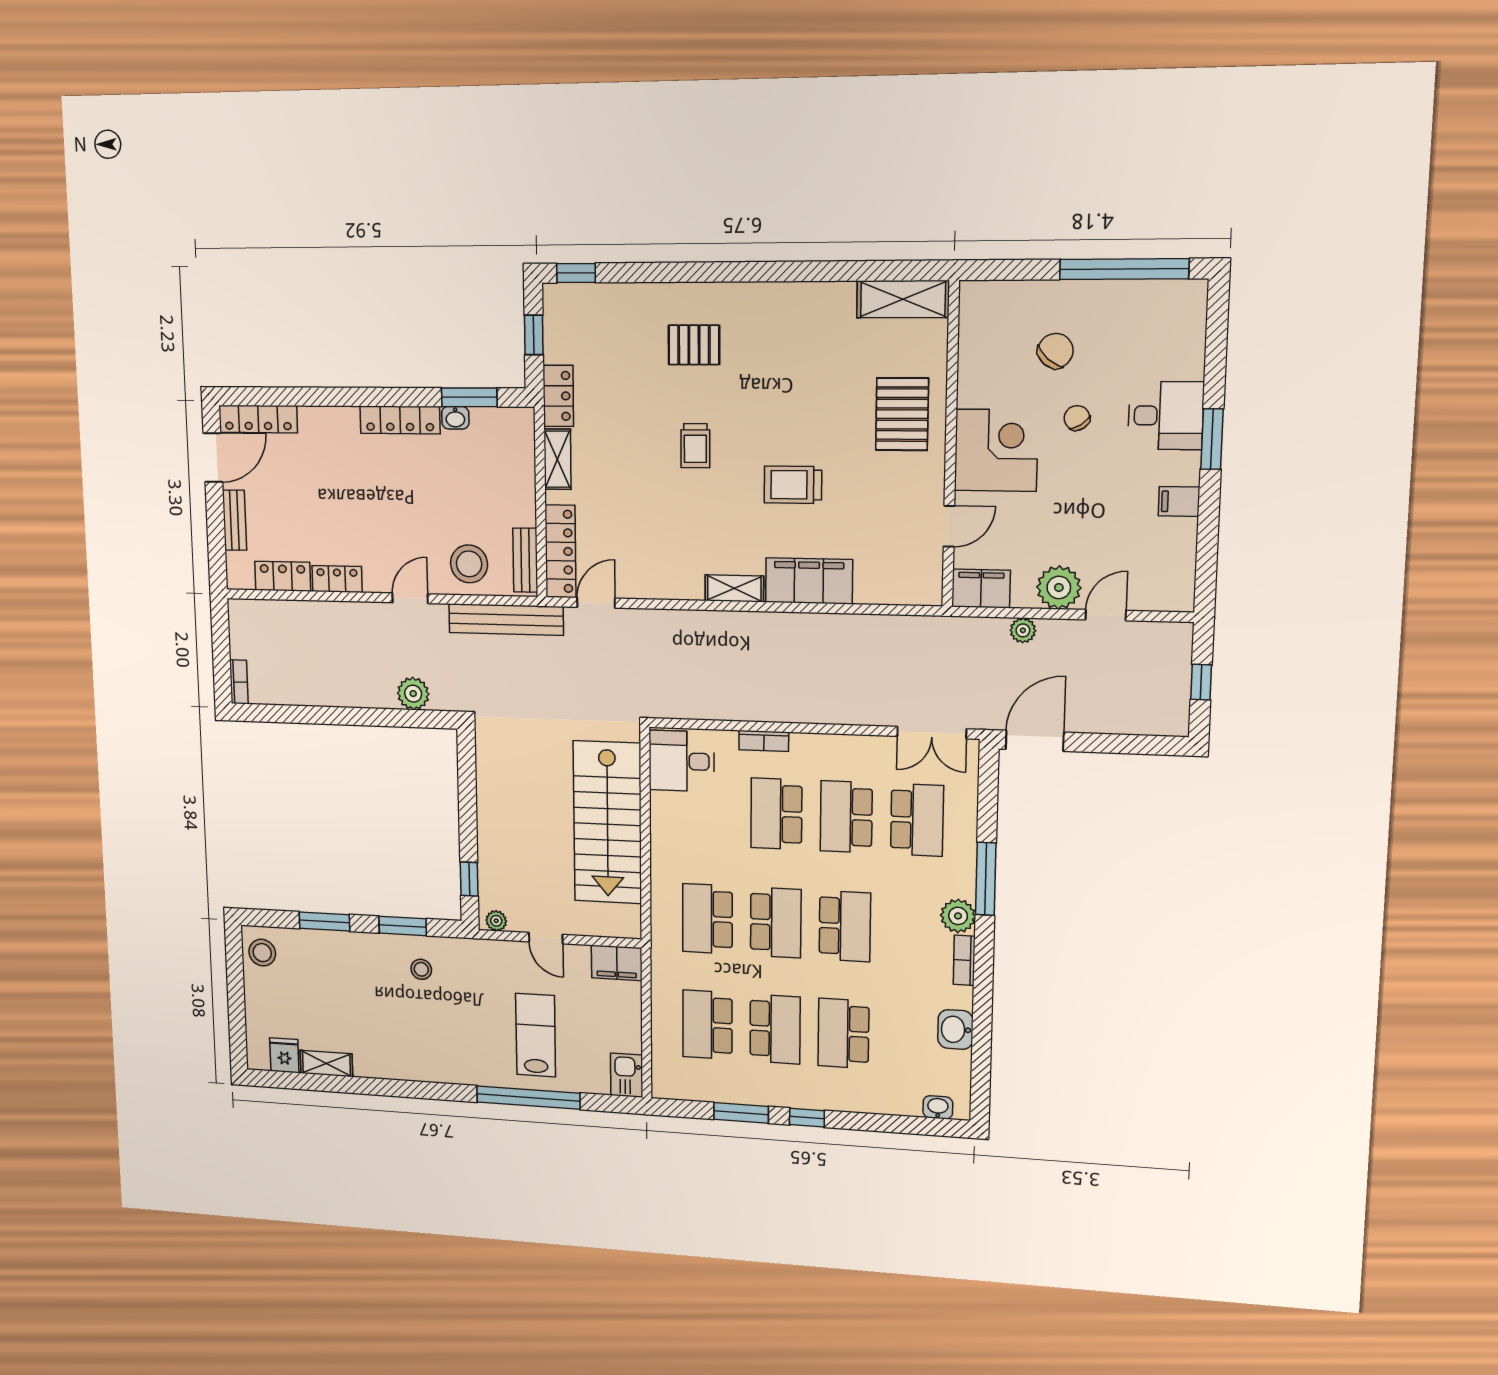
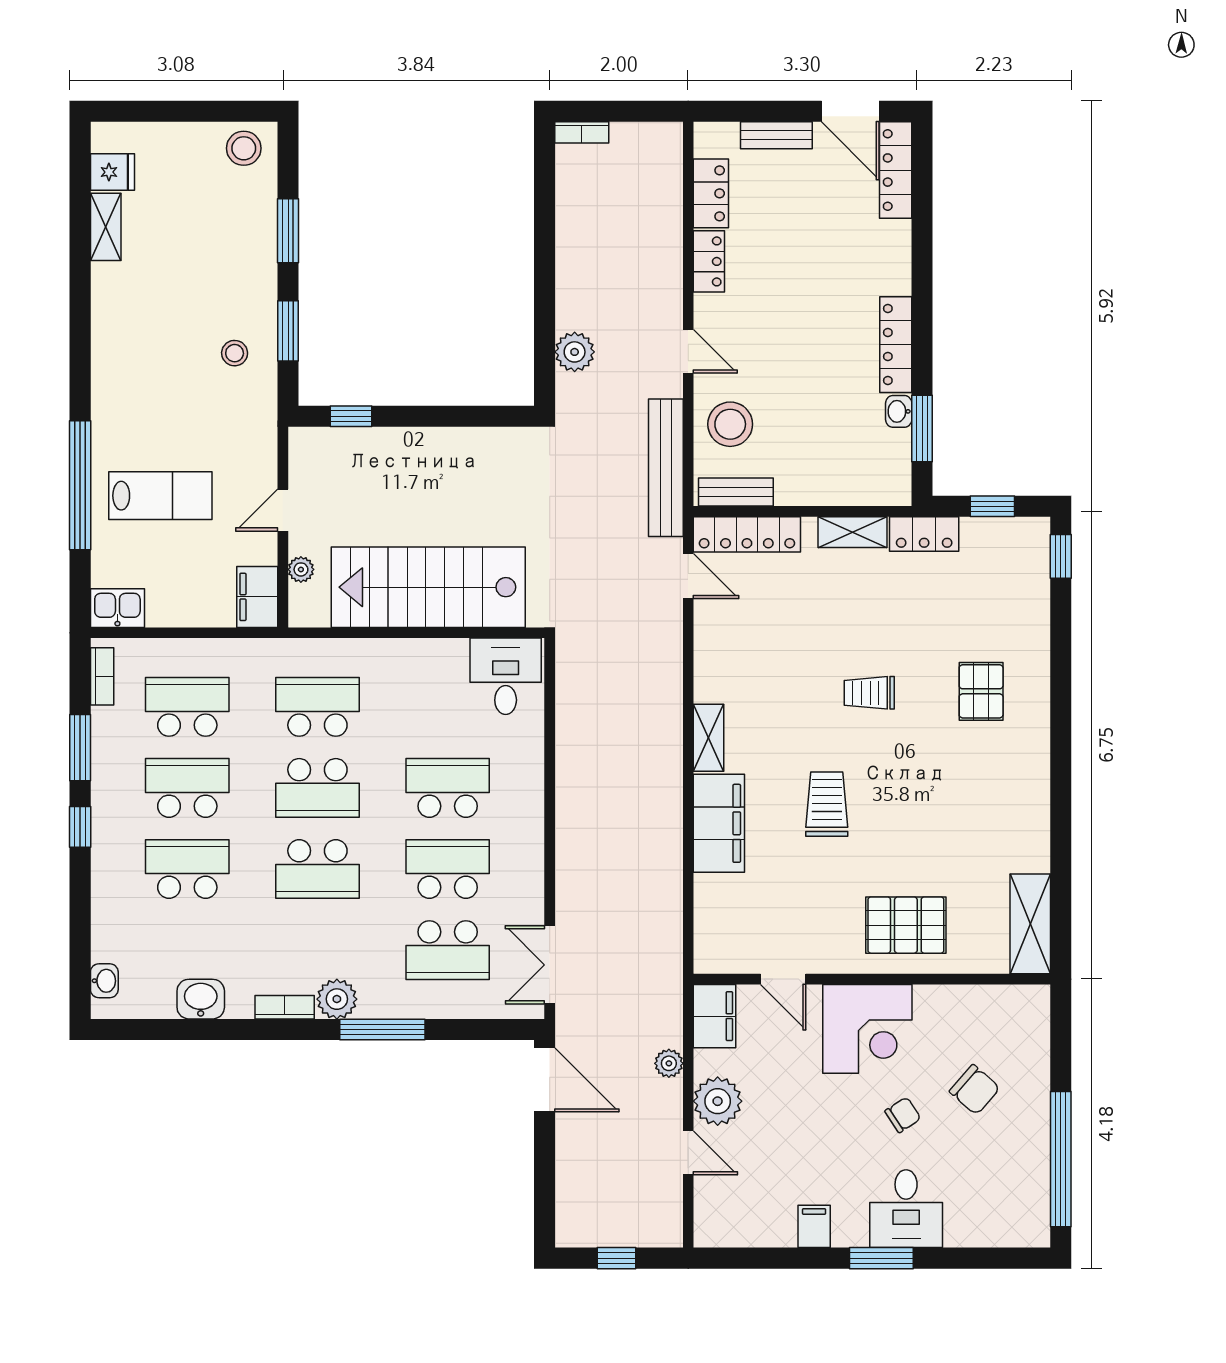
bookcase: (764, 741) -> (102, 676), moved, turned 180
plant: (496, 921) -> (301, 569), moved
school desk: (775, 1029) -> (187, 788), turned 180

